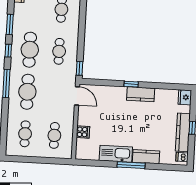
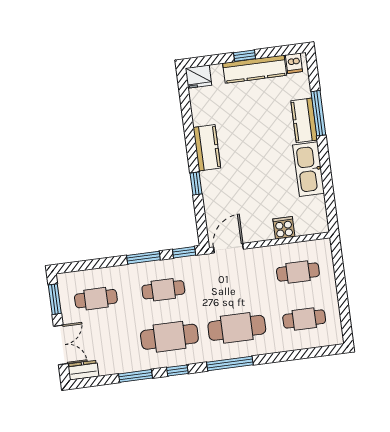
window: (81, 43) -> (143, 258), added
window: (131, 84) -> (196, 183), moved
window: (131, 165) -> (318, 113), moved

